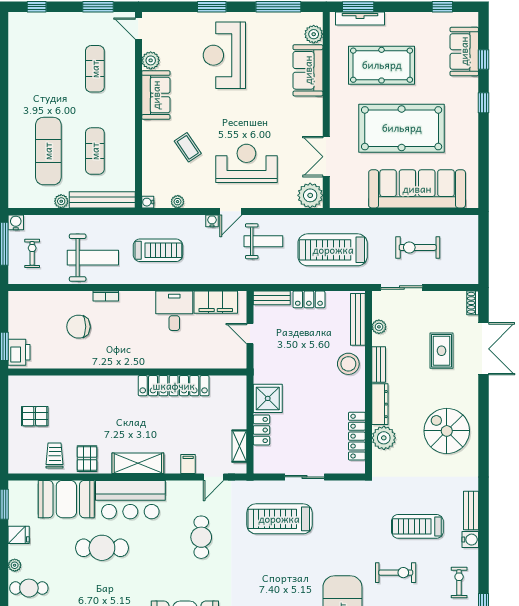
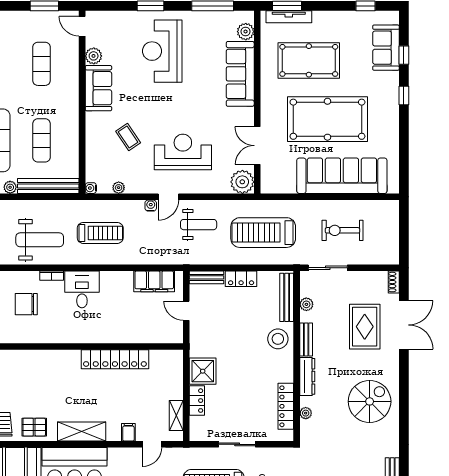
sofa: (308, 70) -> (240, 74), width x1.36
desk: (174, 311) -> (82, 289), moved
rug: (441, 351) -> (365, 327), width x1.36, depth x1.43
spiral stairs: (447, 431) -> (370, 401), turned 90
plant: (384, 438) -> (306, 413), width x0.53, depth x0.53
pallet: (87, 459) -> (34, 427), turned 90

